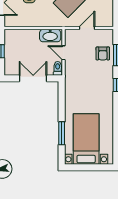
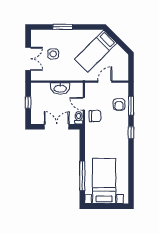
washbasin: (50, 36) -> (60, 88), moved
chair: (76, 66) -> (95, 116), added
window: (62, 133) -> (82, 176), width x1.44

